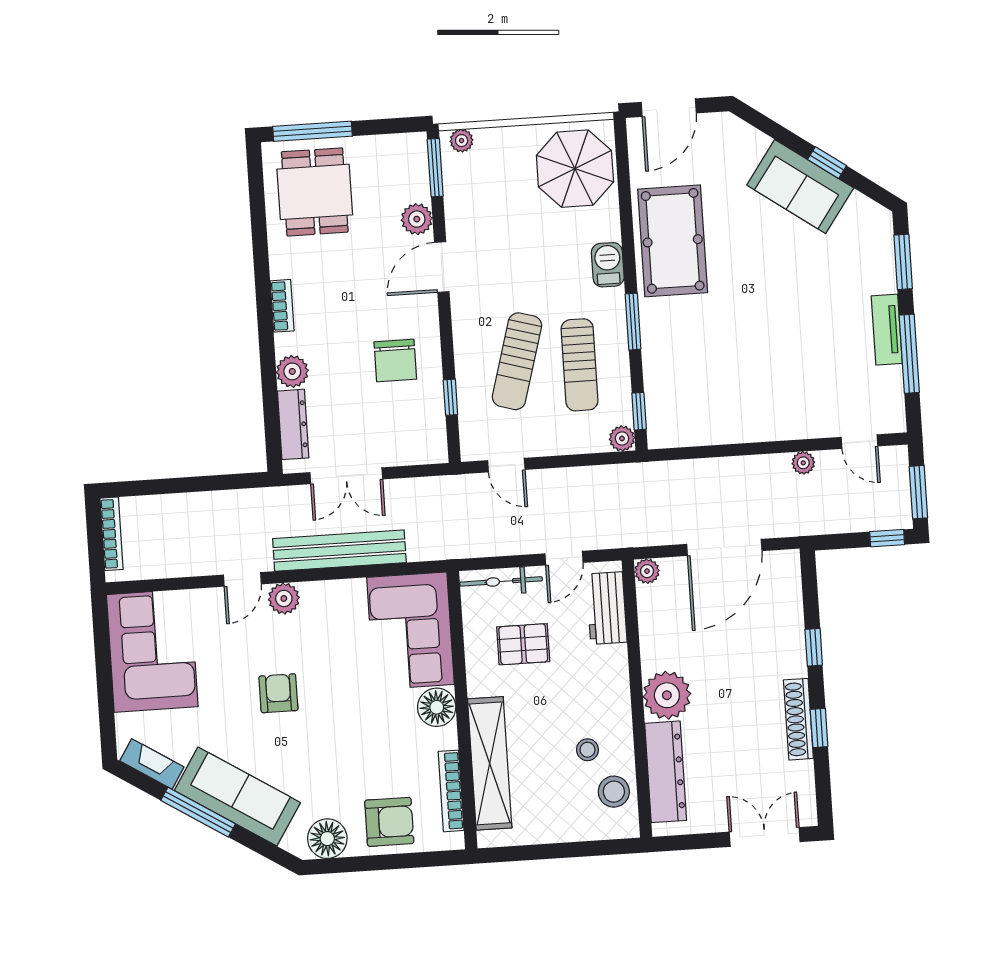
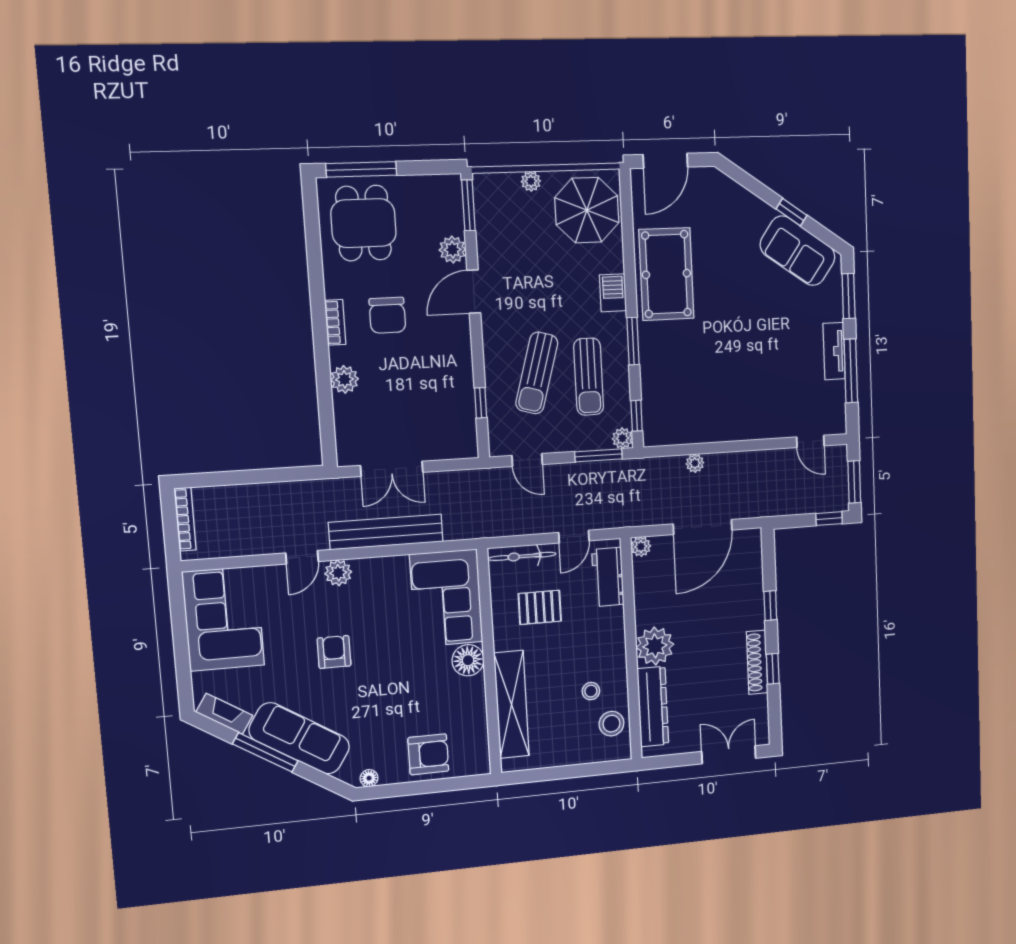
plant: (462, 141) -> (531, 181), moved
sofa: (800, 187) -> (798, 251), moved
chair: (395, 360) -> (387, 315), moved
dresser: (293, 424) -> (345, 425), removed
window: (593, 459) -> (598, 455), added
plant: (803, 463) -> (695, 463), moved
bookcase: (451, 791) -> (480, 728), removed
floor lamp: (327, 839) -> (369, 778), width x0.53, depth x0.53

